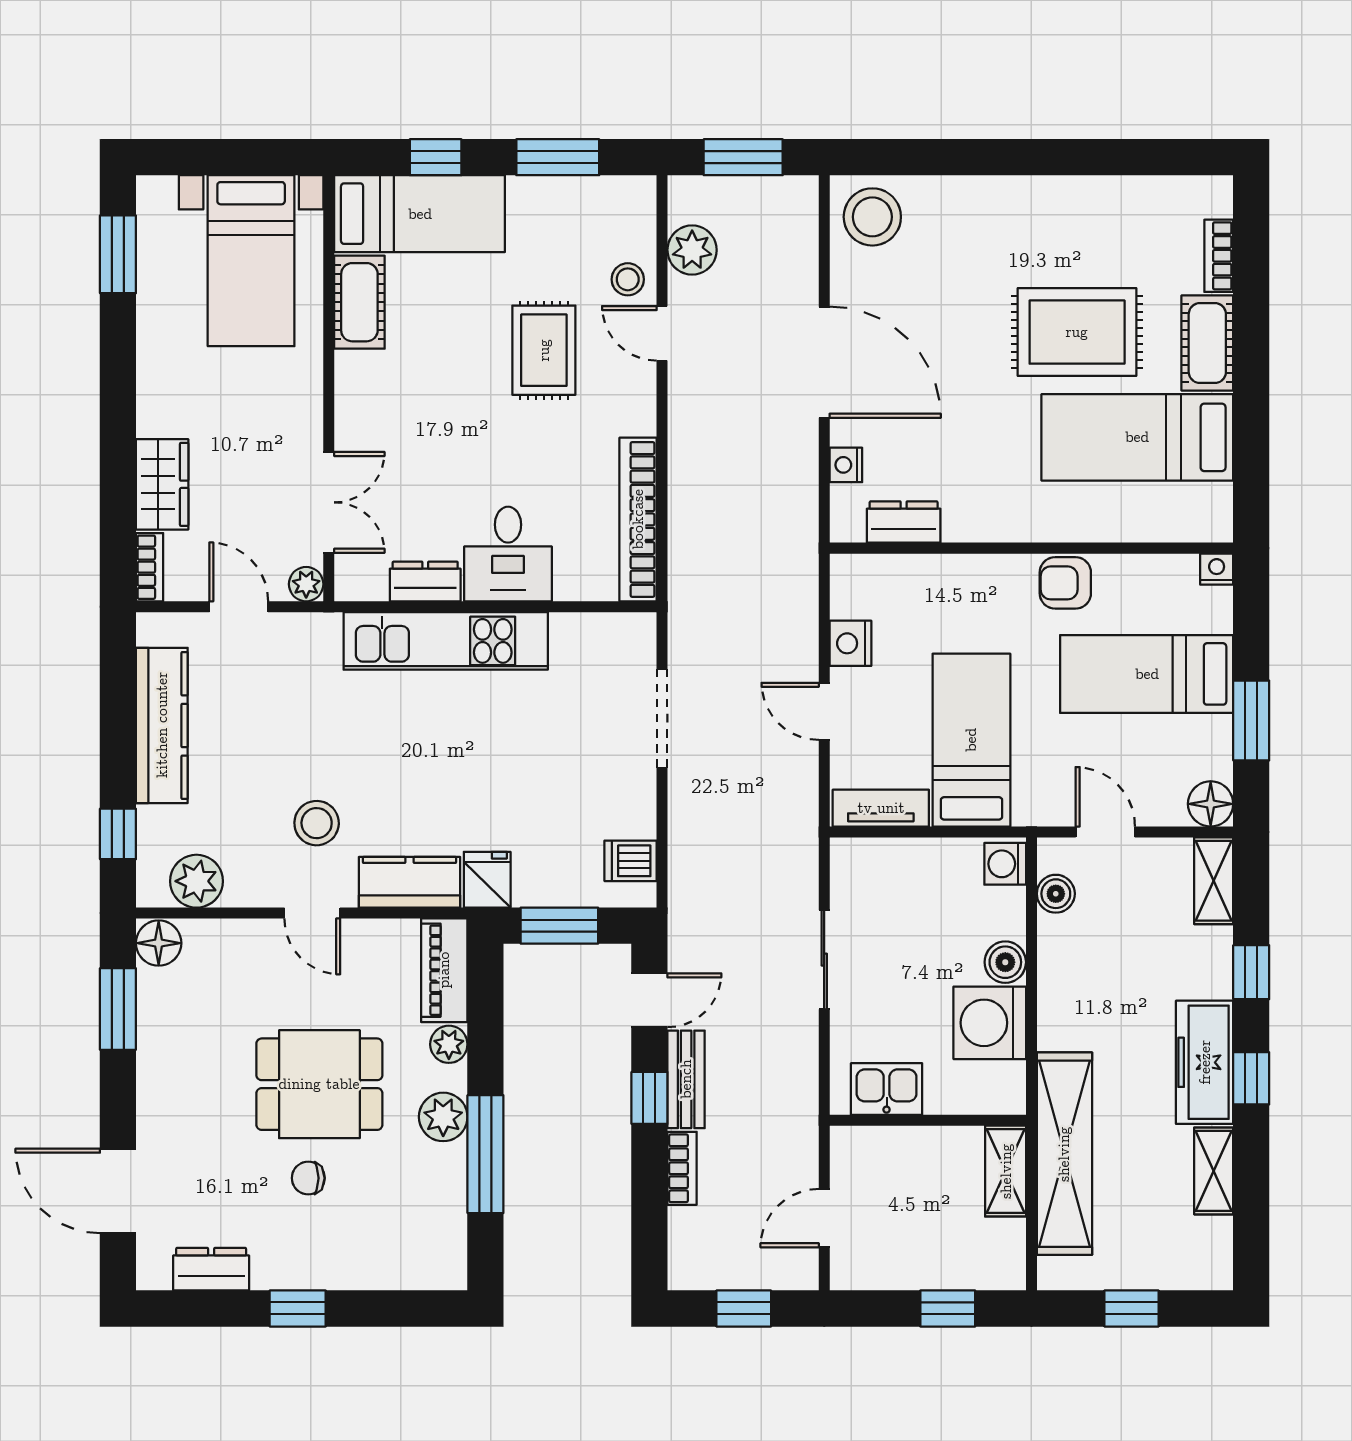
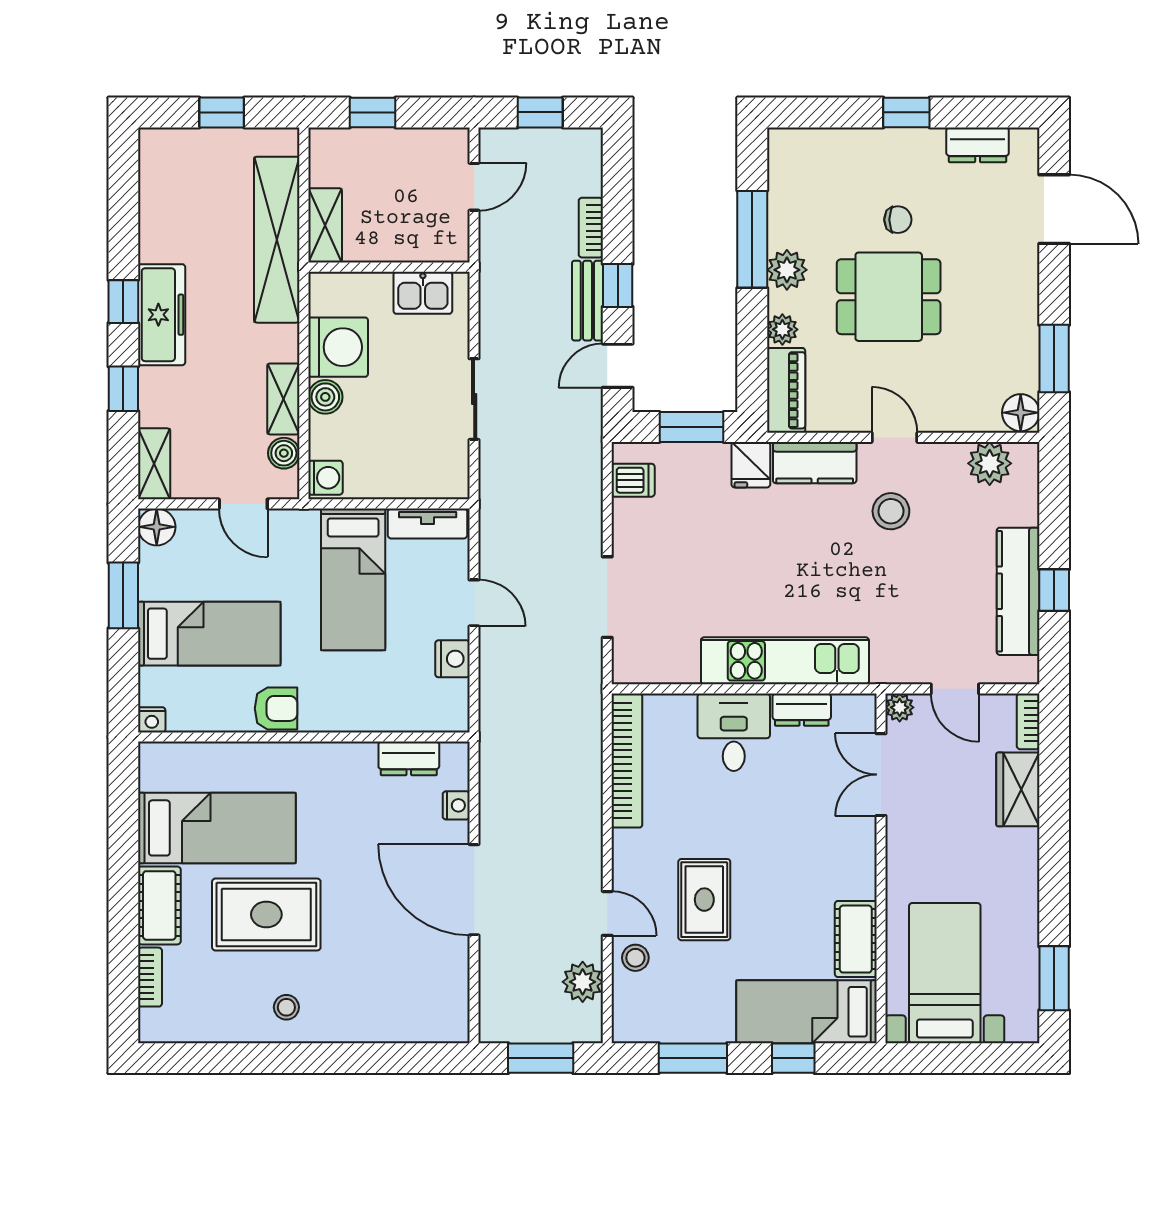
stool: (872, 217) -> (286, 1007), moved, width x0.53, depth x0.53
window: (118, 834) -> (1054, 590), moved
shelving: (1214, 1171) -> (283, 399), moved

